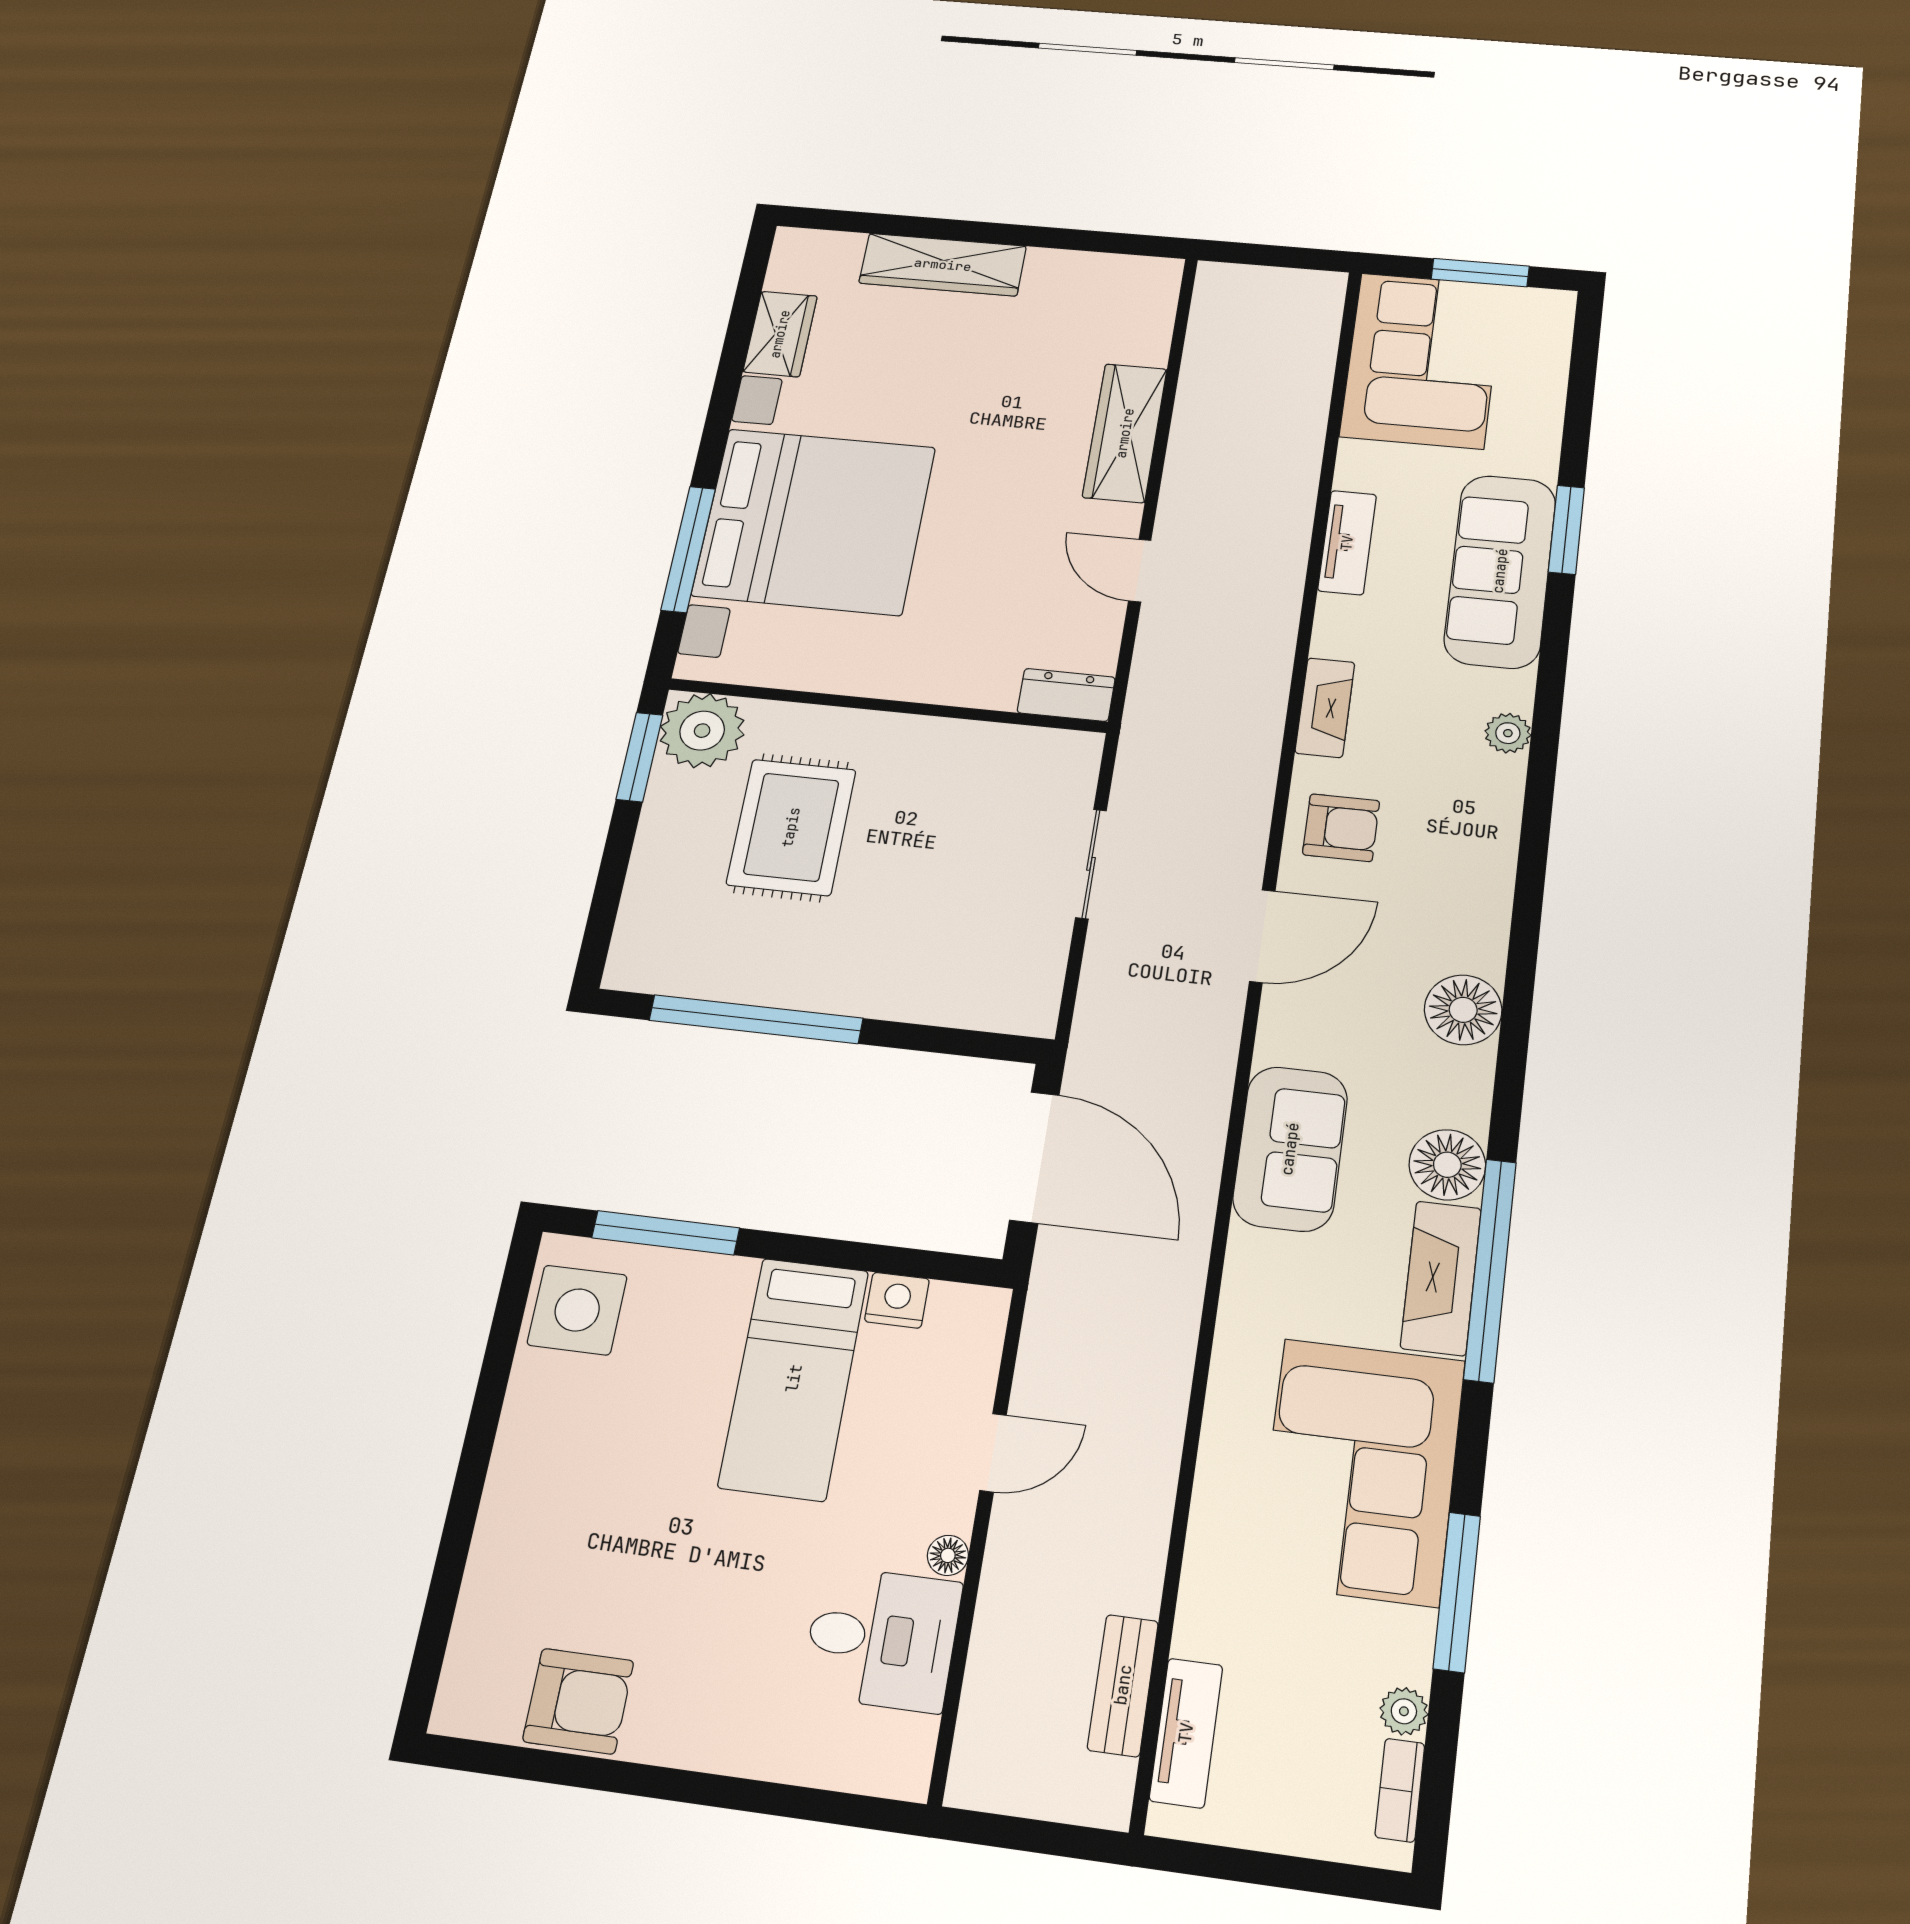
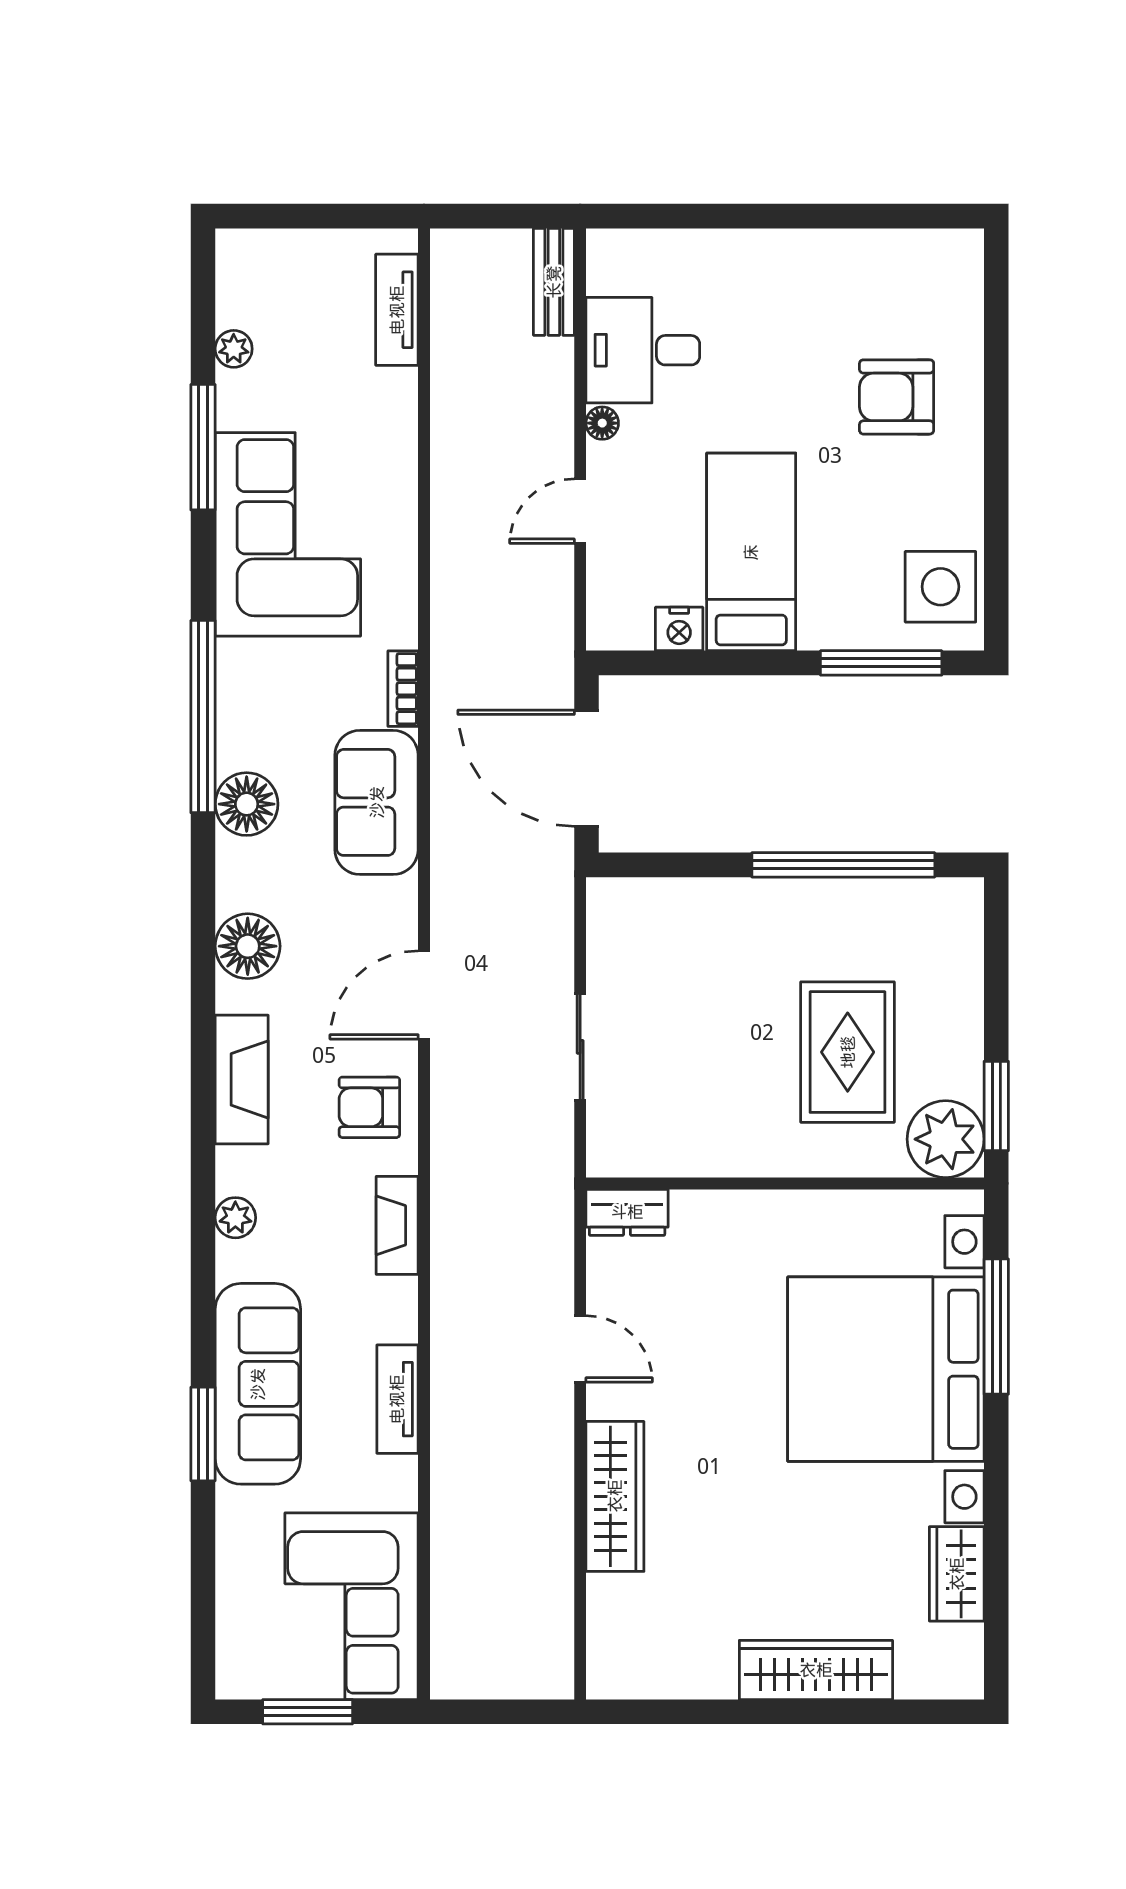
fireplace: (1441, 1278) -> (242, 1079), moved
bench: (1123, 1685) -> (554, 282), moved
armchair: (578, 1701) -> (897, 397), moved
bookcase: (1400, 1790) -> (403, 689), moved, turned 180

